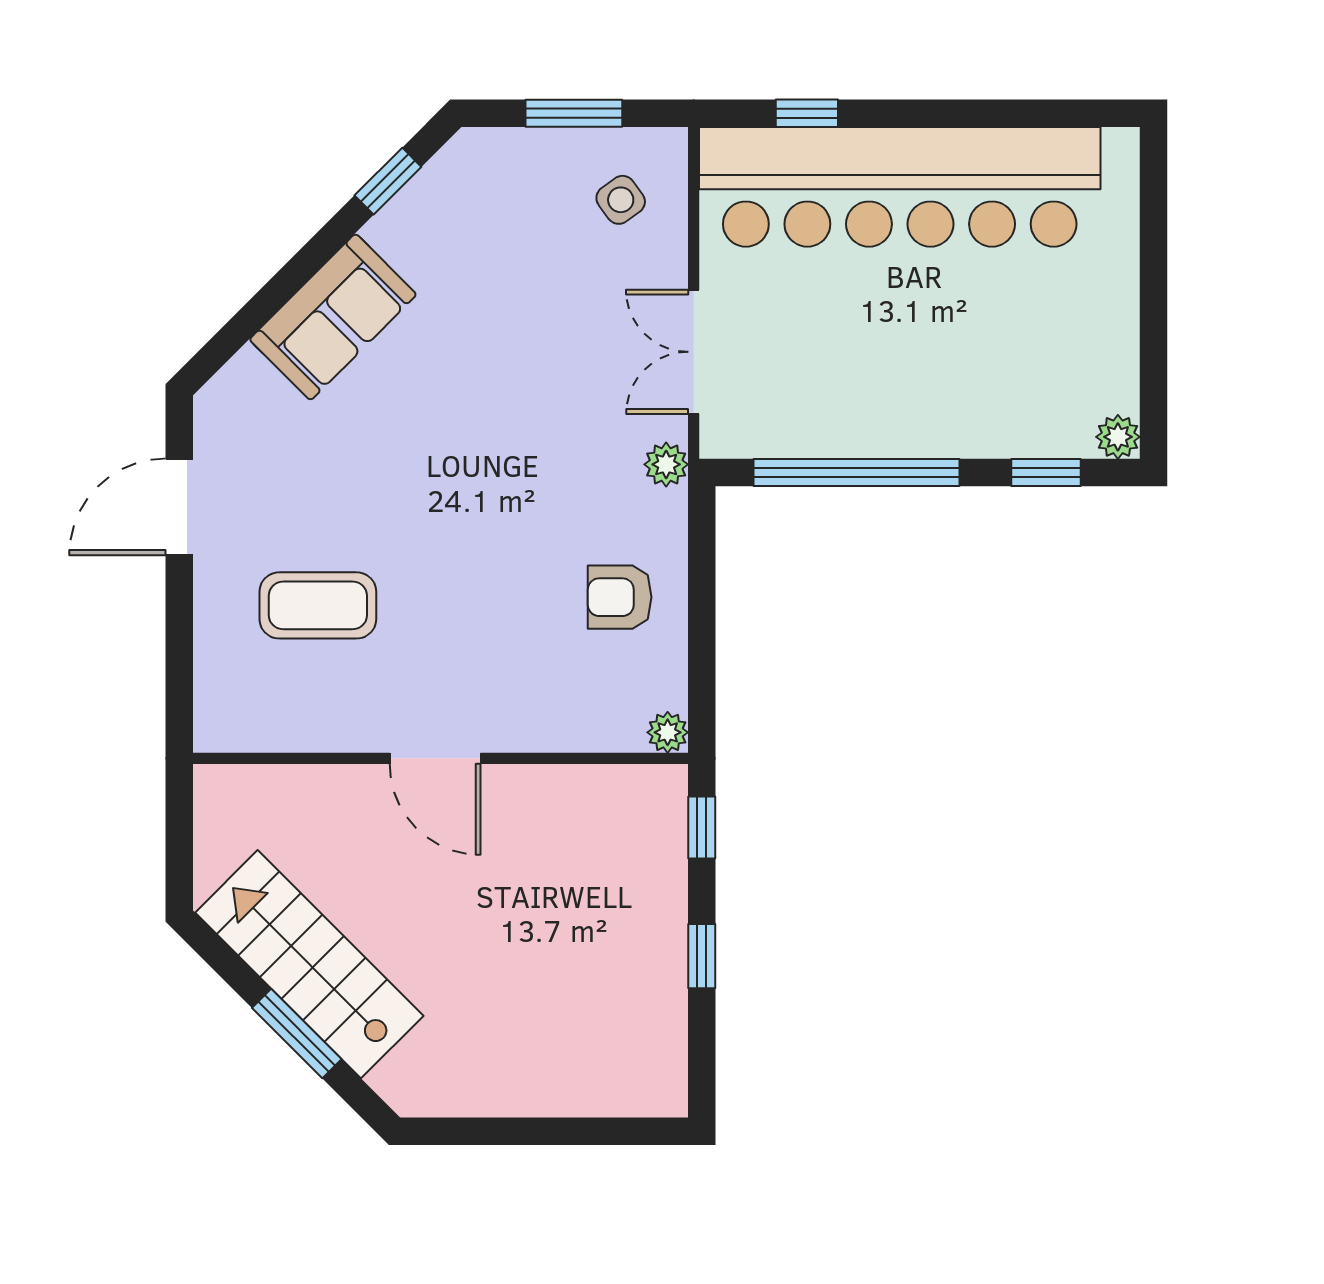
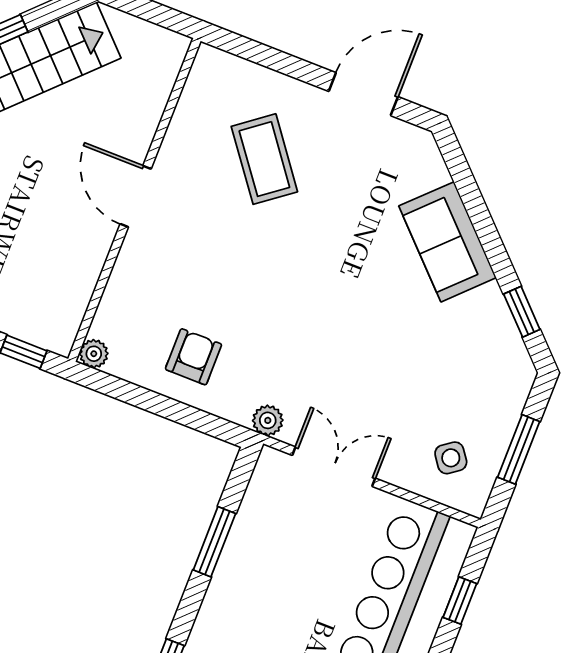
window: (856, 473) -> (214, 542), width x0.47
door: (179, 507) -> (363, 94), hinge flipped
coffee table: (318, 605) -> (264, 159), turned -37
door: (435, 758) -> (136, 196), hinge flipped

